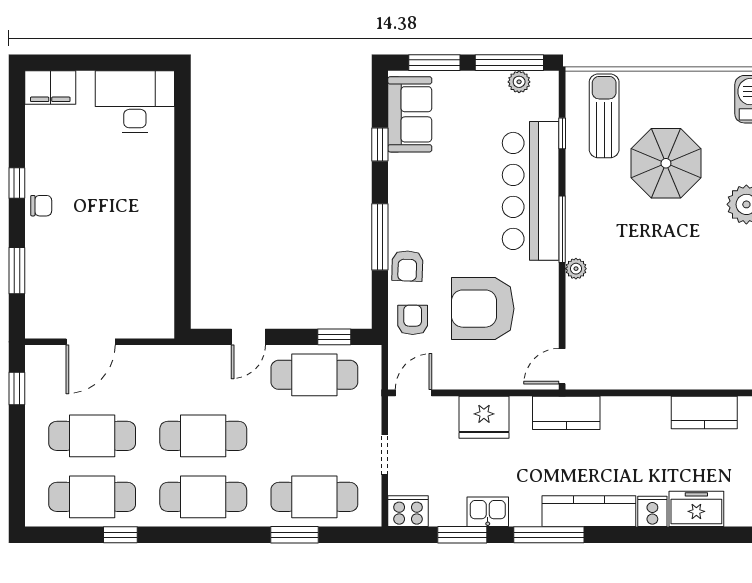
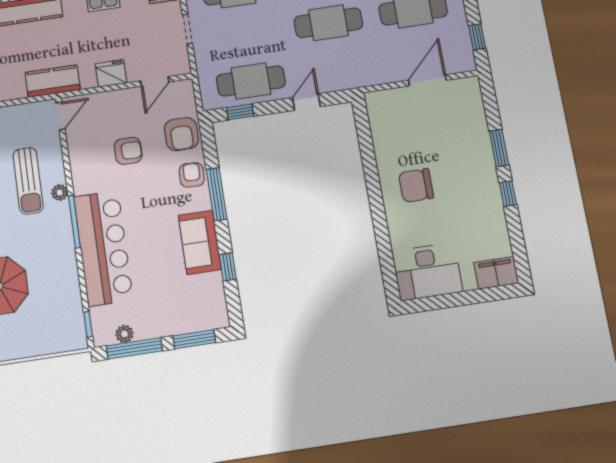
sofa: (410, 114) -> (200, 242), moved
sun lounger: (604, 116) -> (28, 181), moved
window: (562, 133) -> (88, 324), moved
chair: (41, 206) -> (416, 185), moved, width x1.87, depth x1.87
window: (17, 271) -> (499, 148), moved
armchair: (483, 309) -> (128, 151), width x0.53, depth x0.53
armchair: (413, 320) -> (181, 134), width x1.38, depth x1.38
door: (413, 393) -> (155, 81), moved
fridge: (484, 417) -> (111, 73), width x0.73, depth x0.75

